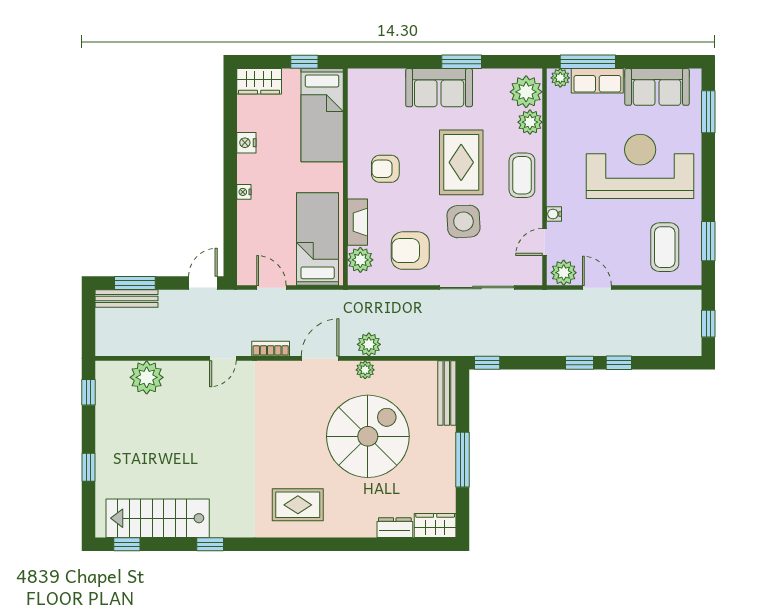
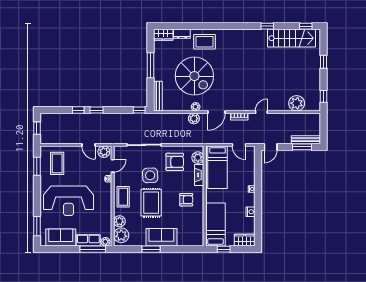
spiral stairs: (368, 436) -> (194, 76), turned -90
rug: (298, 505) -> (205, 42), moved

